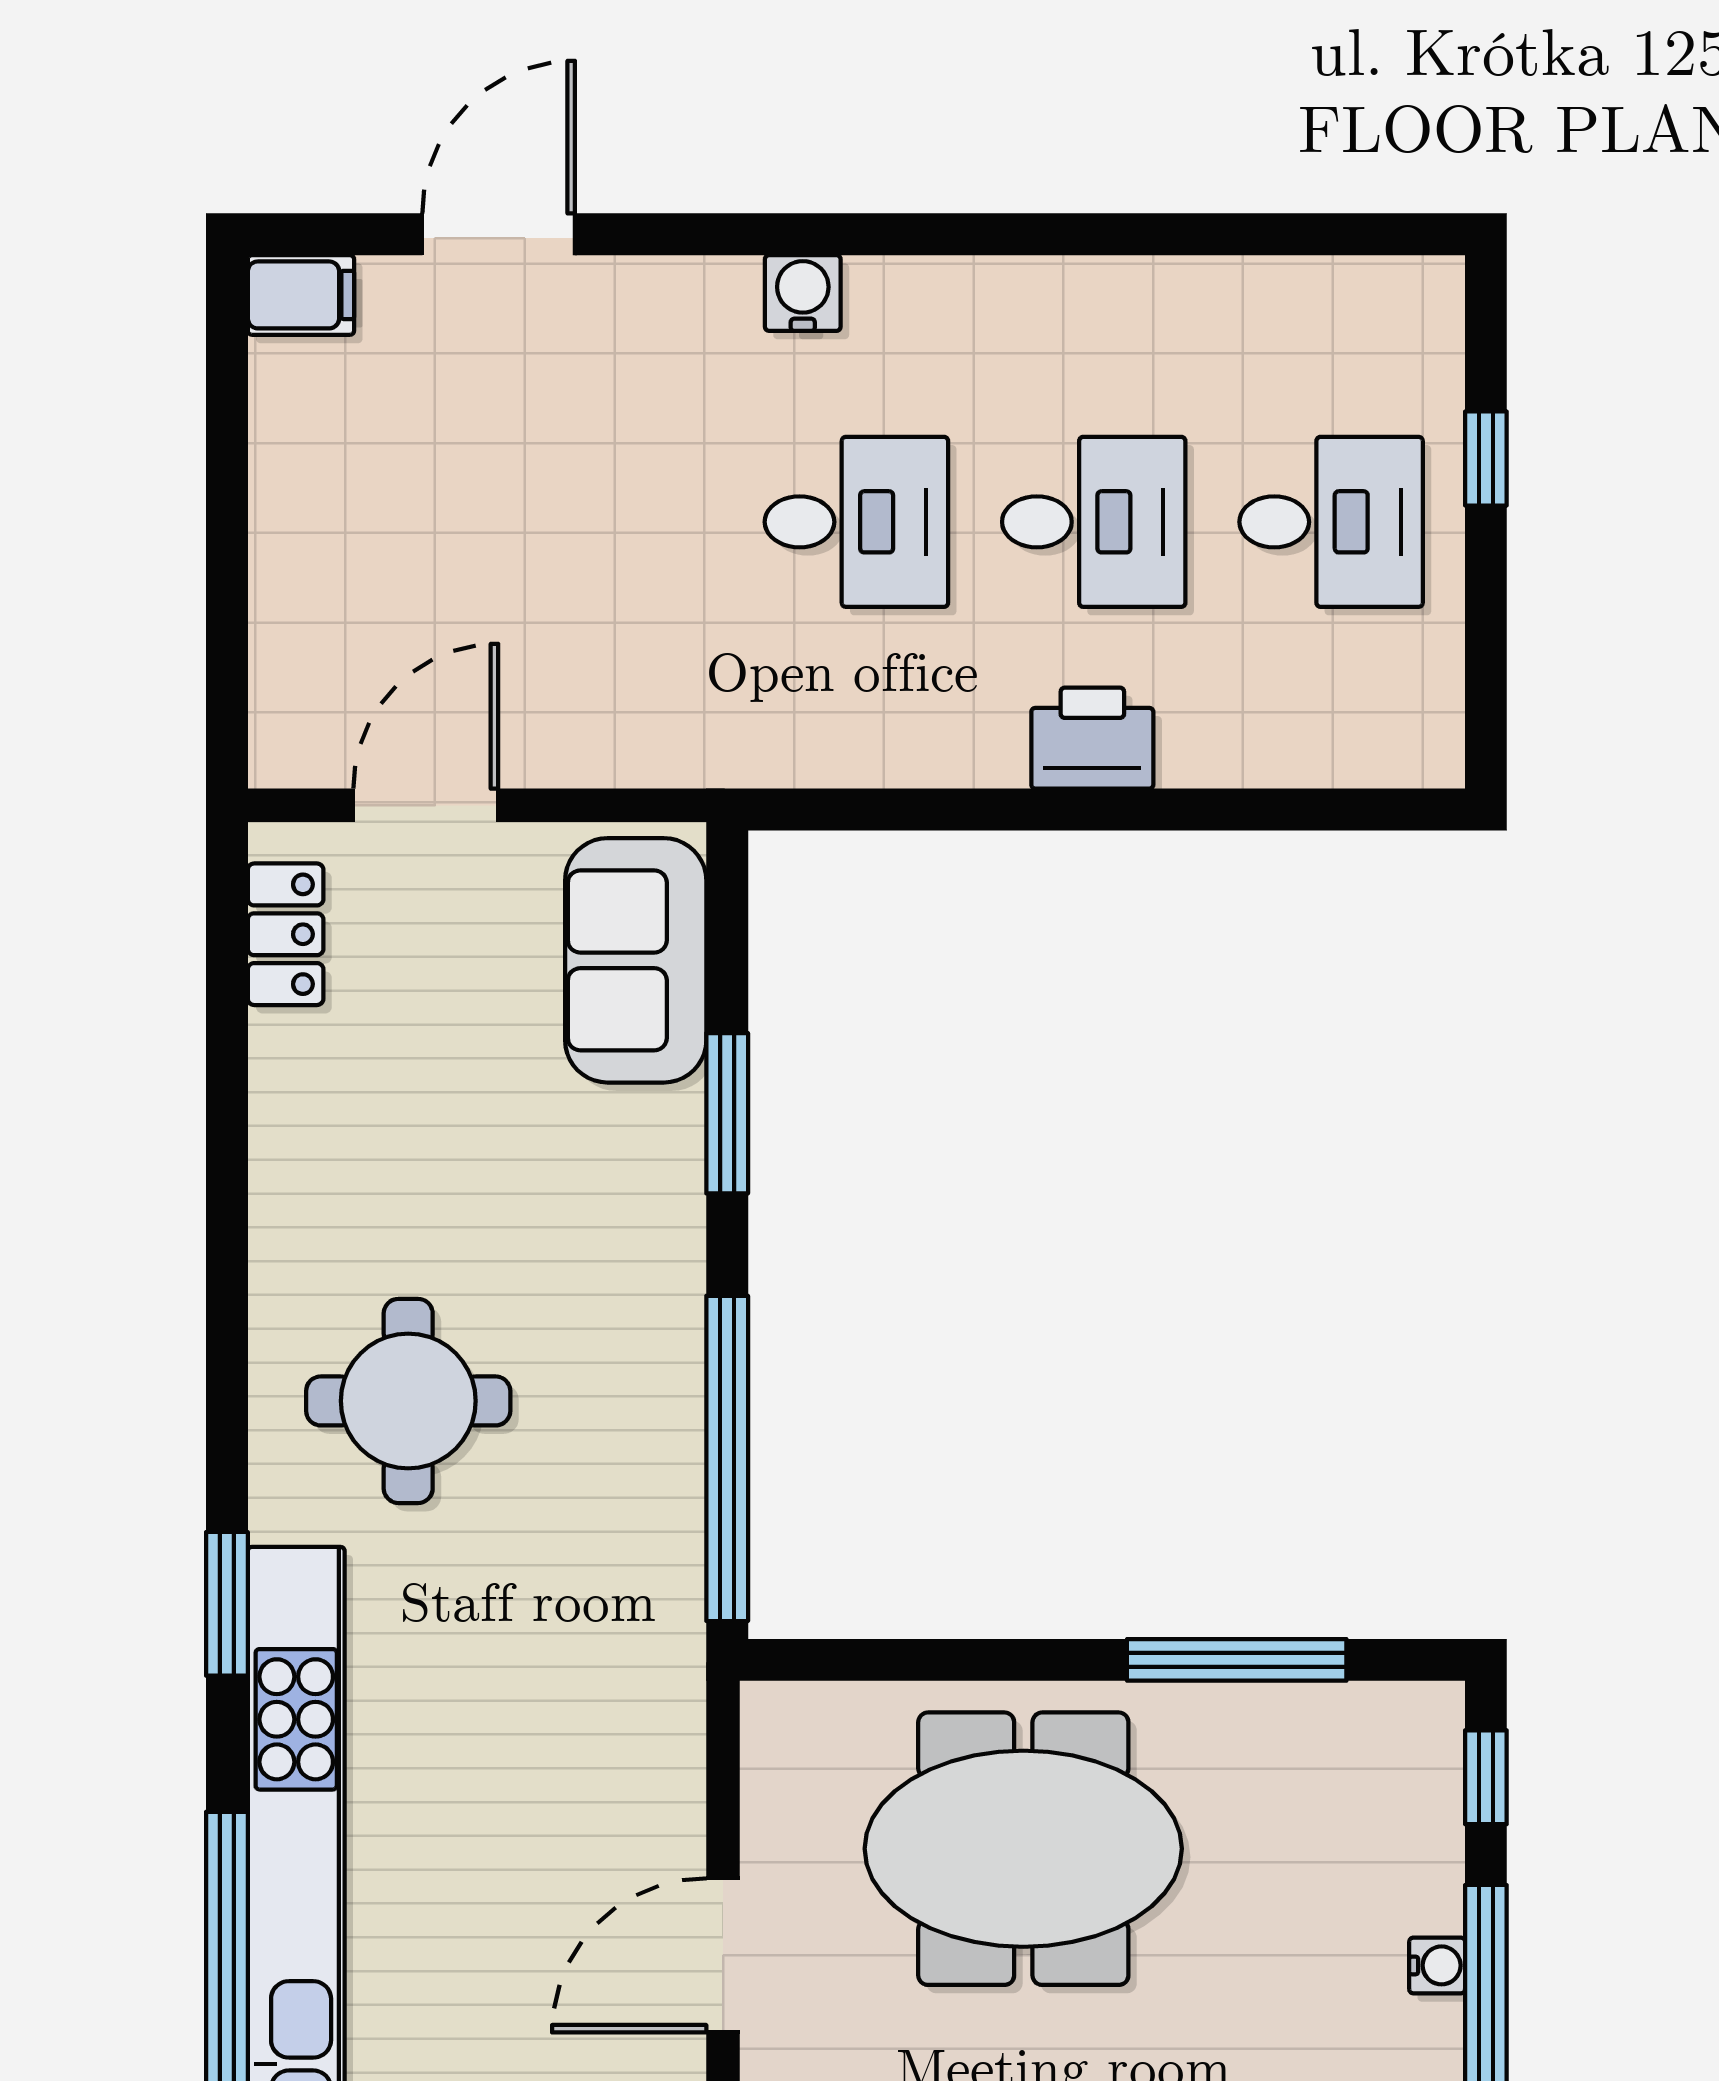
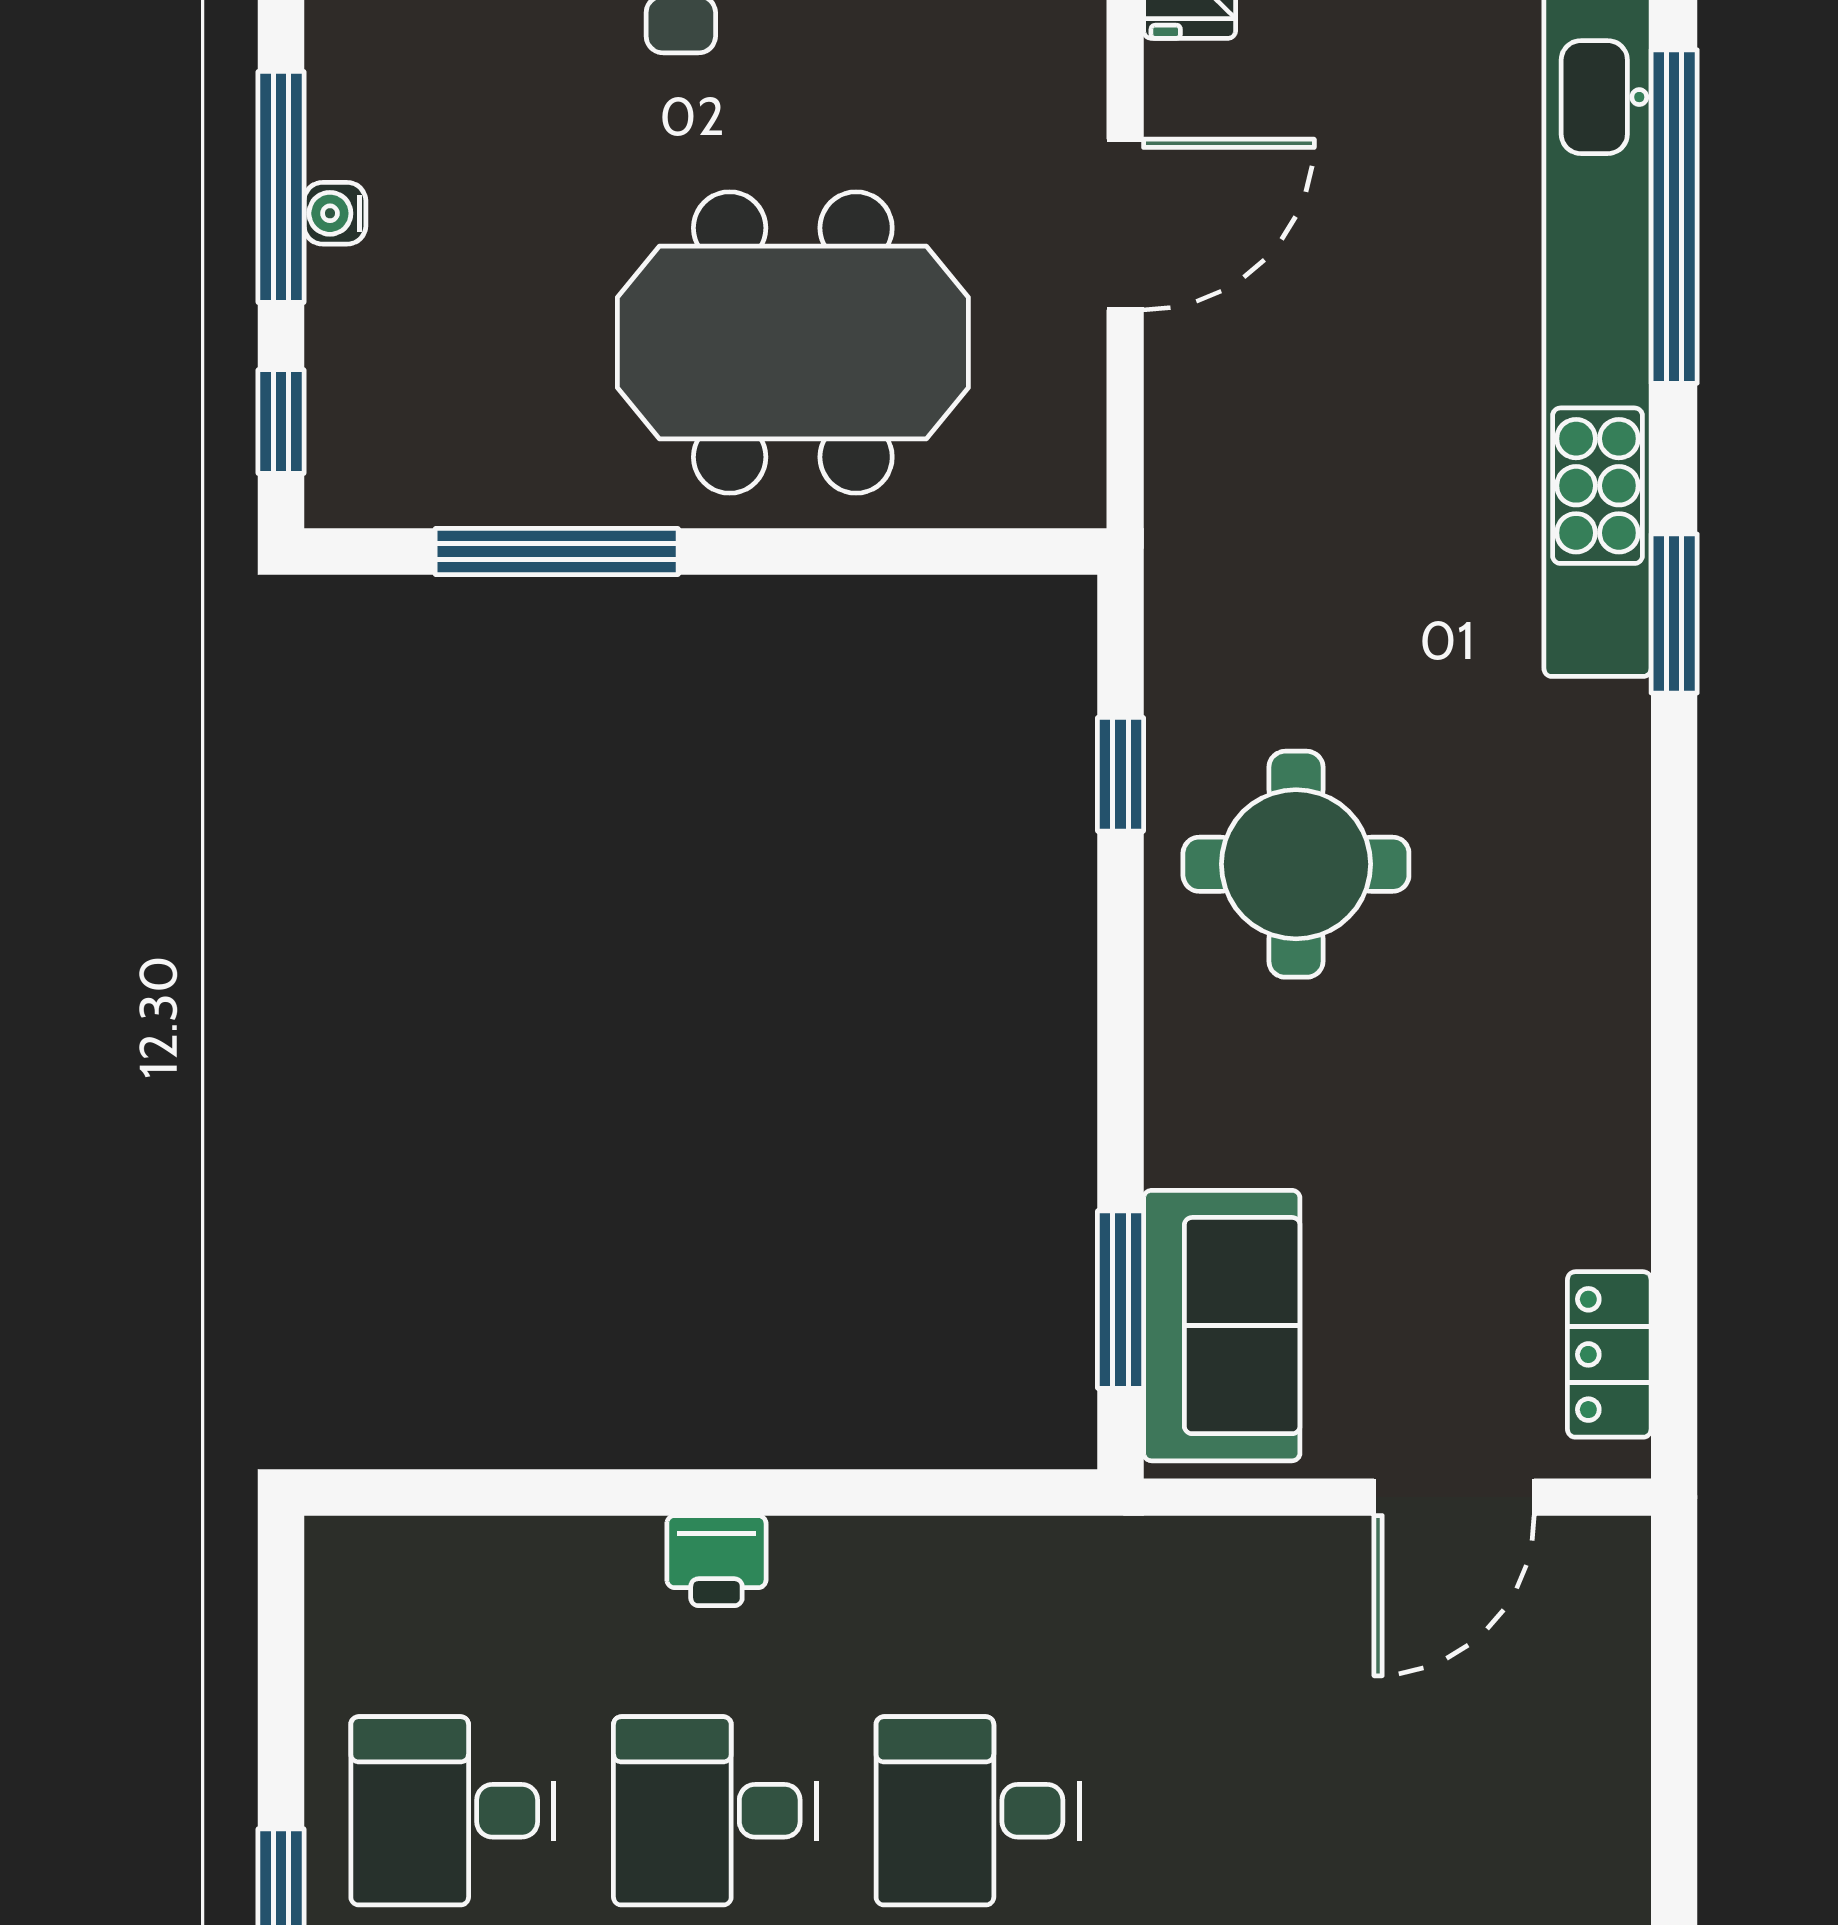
printer: (1092, 738) -> (716, 1561), width x0.73, depth x0.81
window: (727, 1113) -> (1121, 1300), moved
round table: (408, 1401) -> (1296, 864), moved
window: (727, 1458) -> (1121, 774), width x0.32

